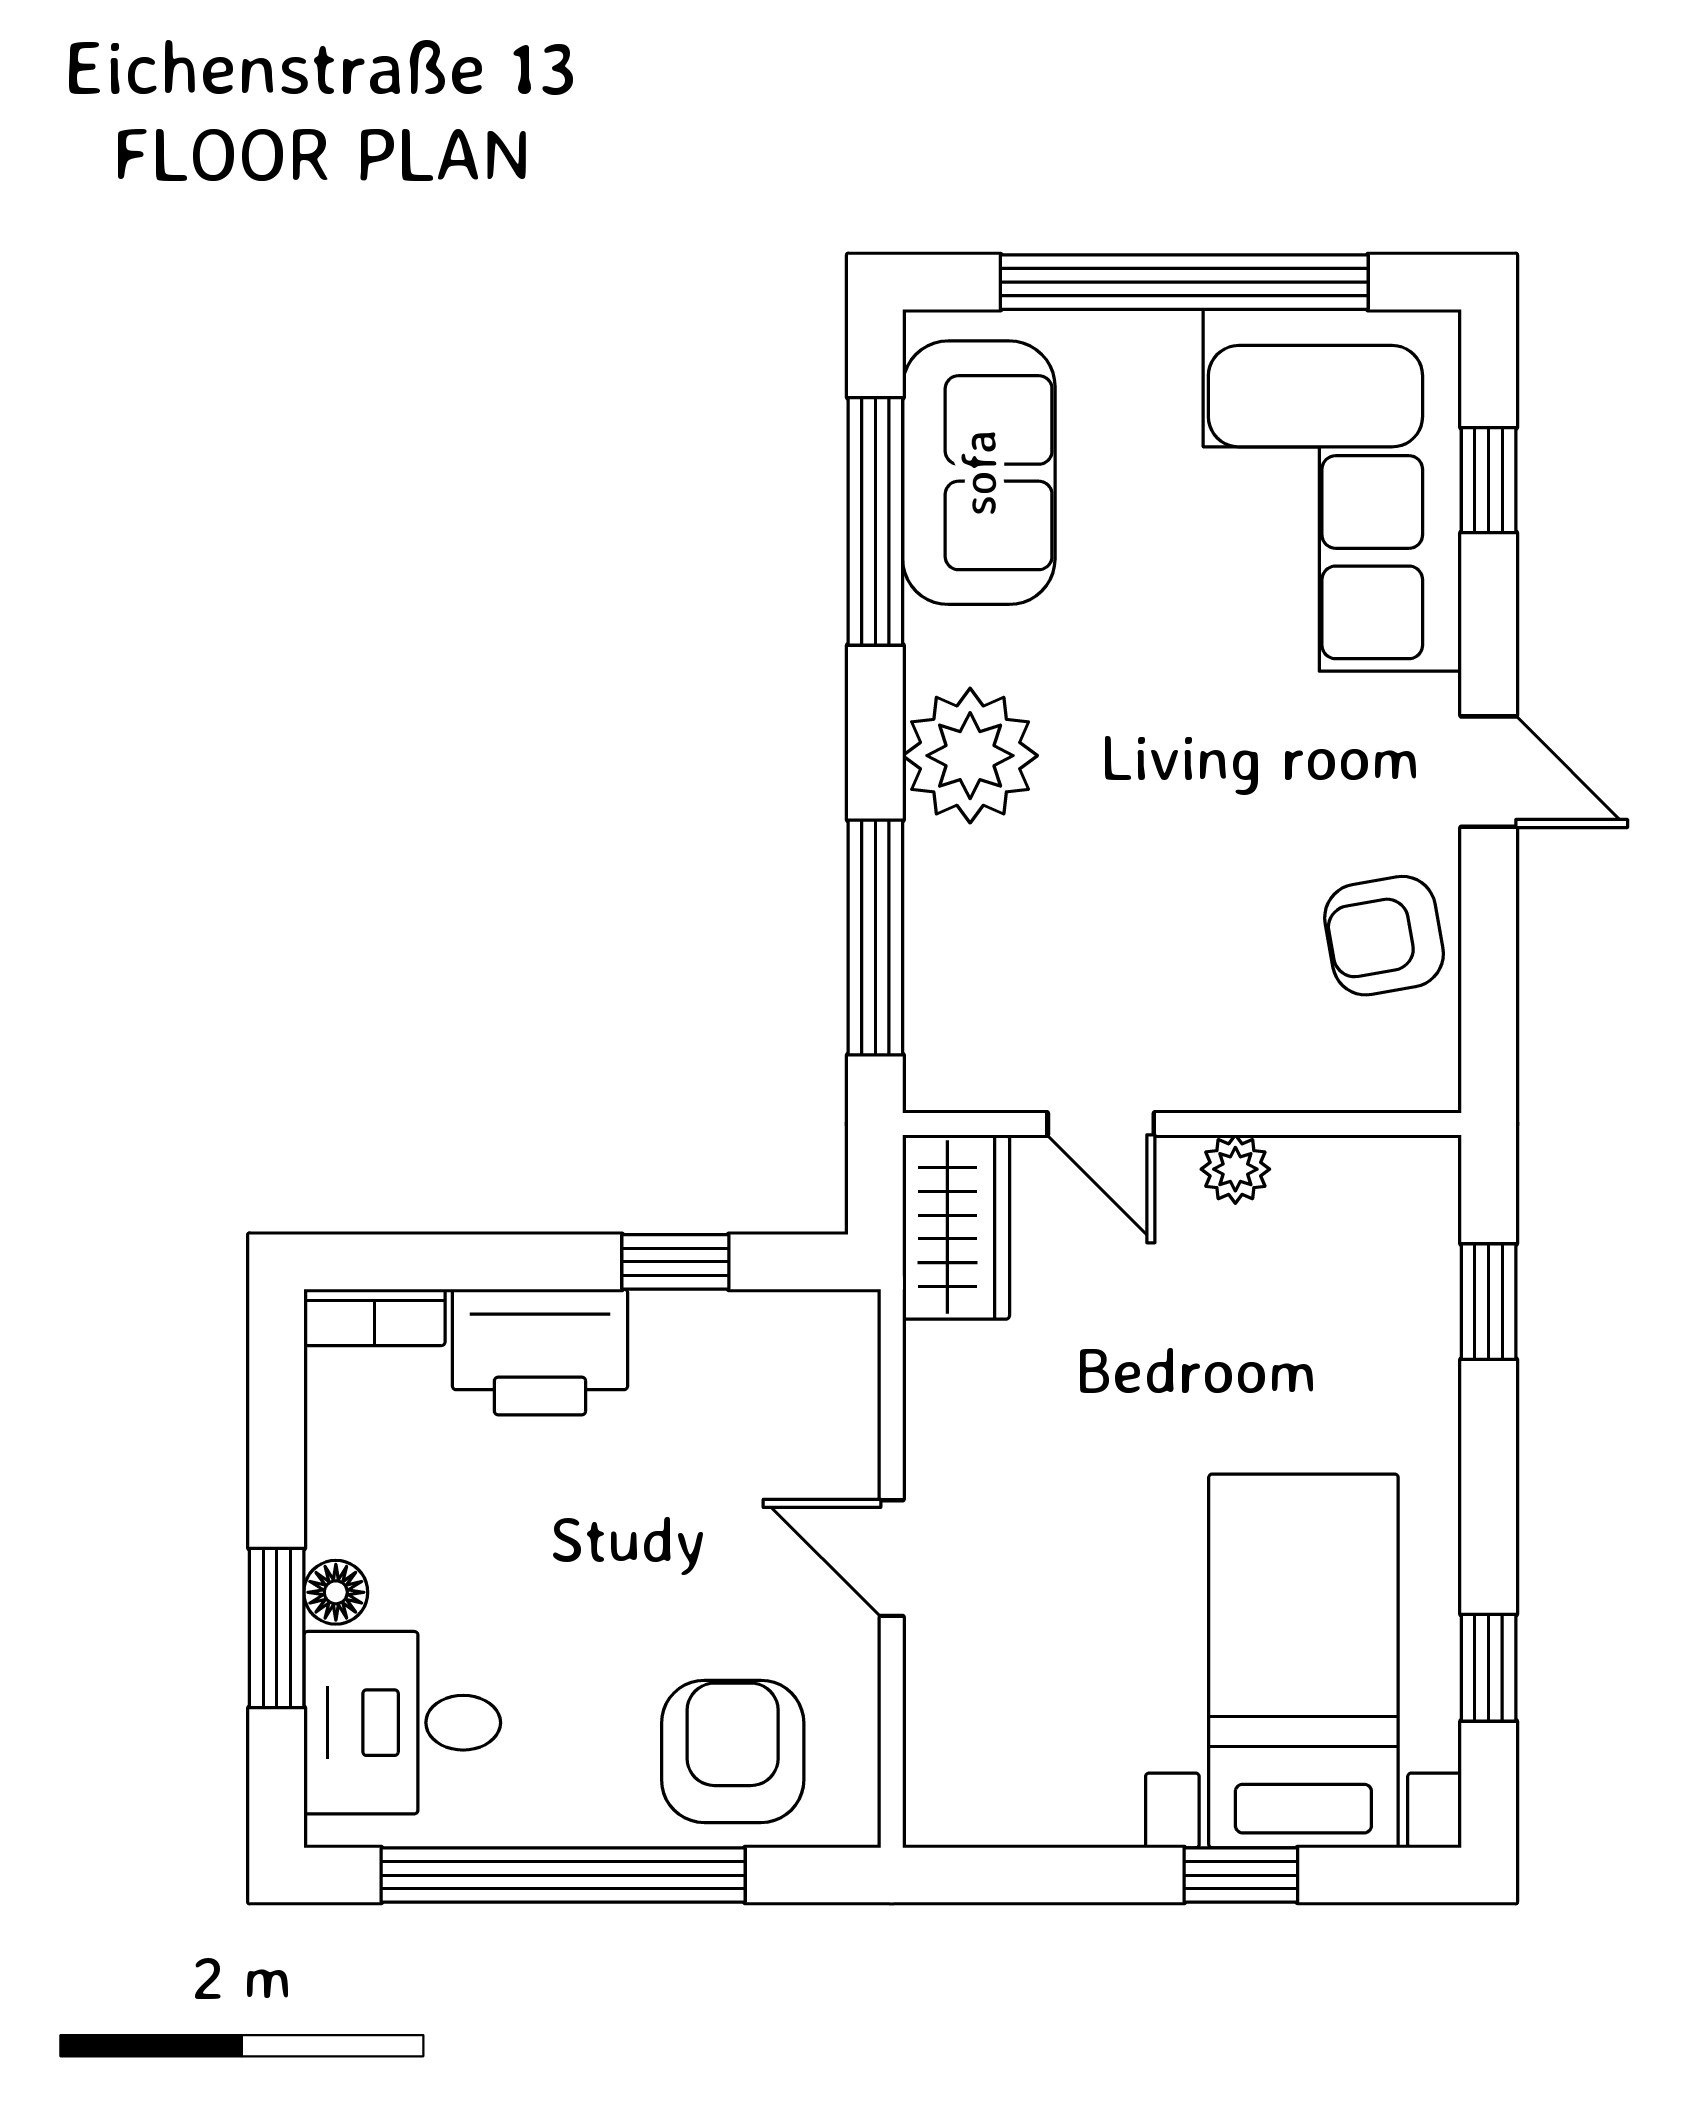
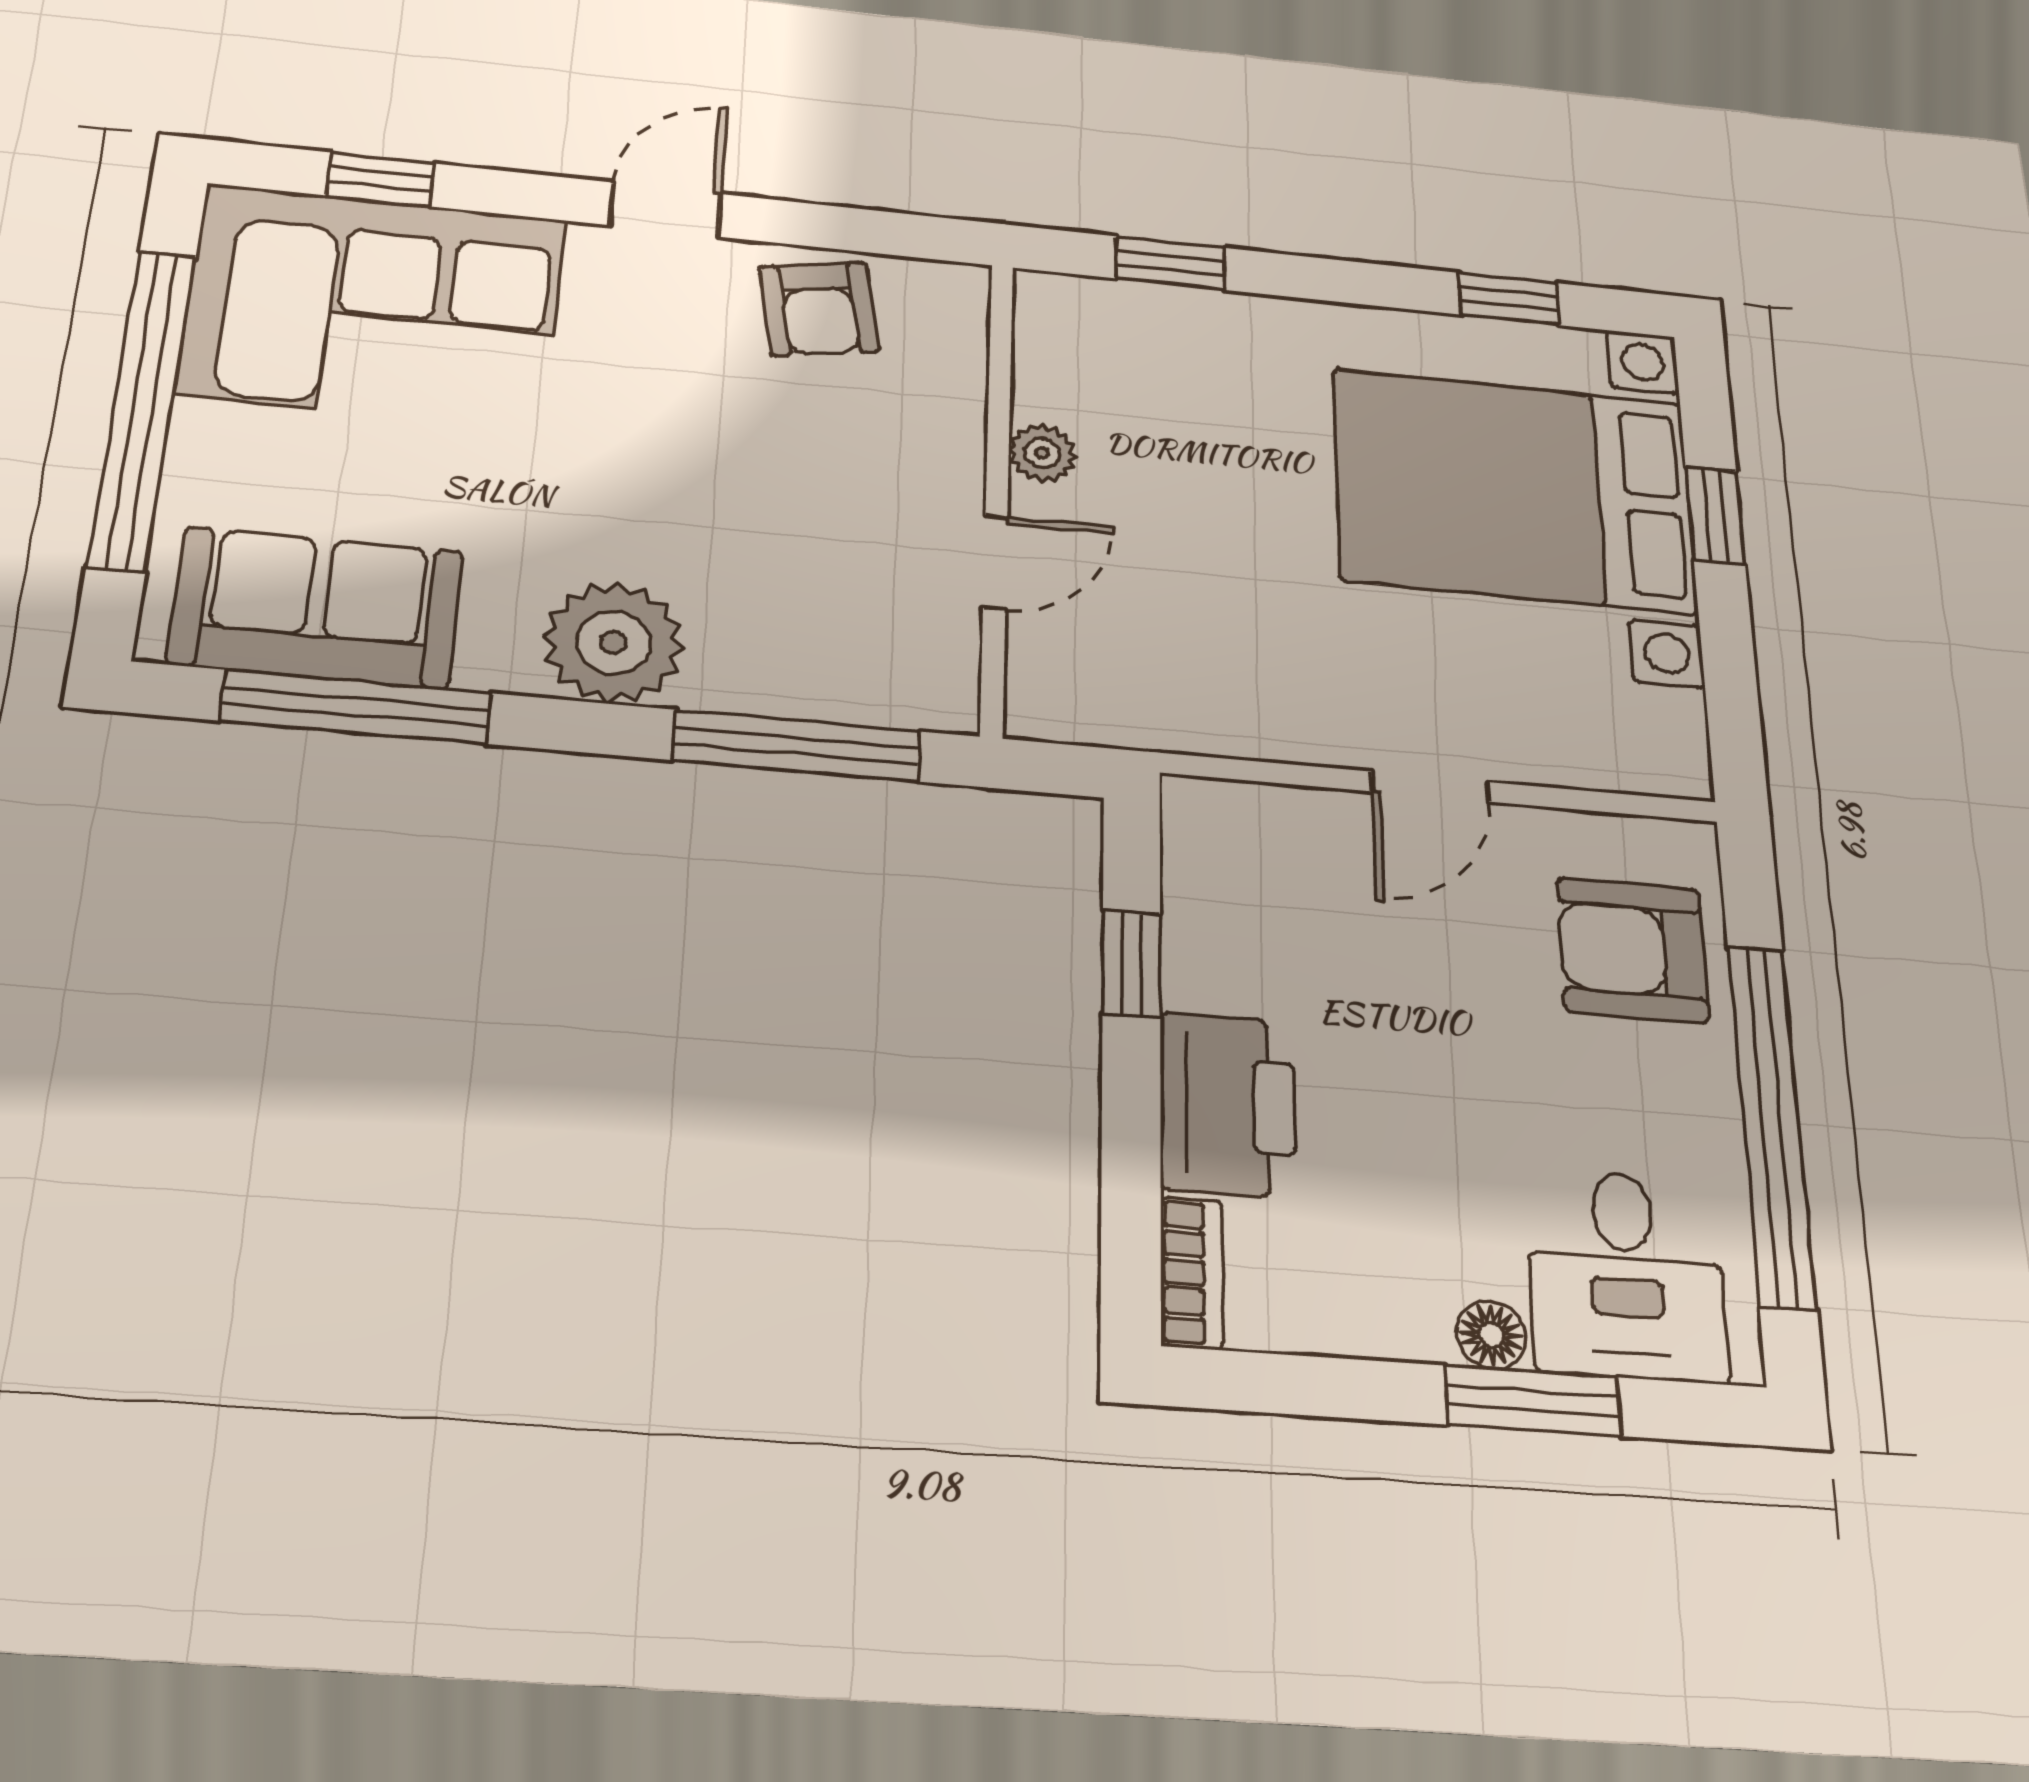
wardrobe: (956, 1227) -> (1097, 699), removed
bed with nightstands: (1303, 1661) -> (1514, 491), width x1.36

